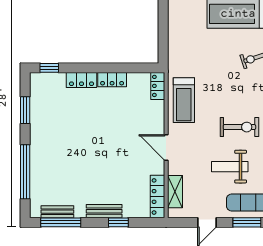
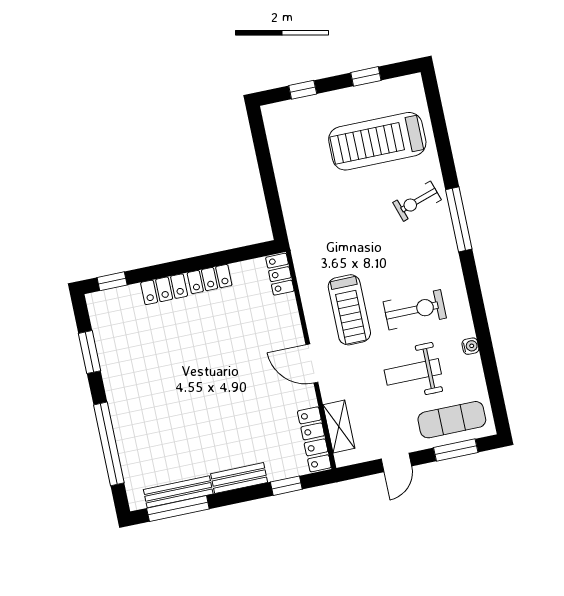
treadmill: (184, 100) -> (349, 310), moved
bench: (57, 212) -> (178, 492), width x1.36
window: (118, 222) -> (286, 486), moved

